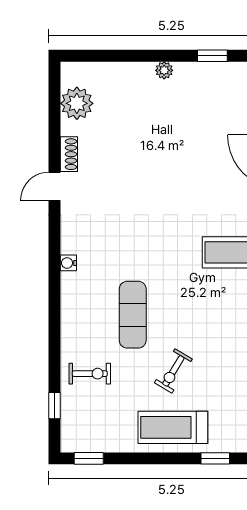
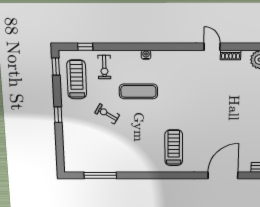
water cooler: (68, 263) -> (146, 55), moved
treadmill: (173, 427) -> (77, 79), moved
window: (215, 458) -> (58, 115), moved

